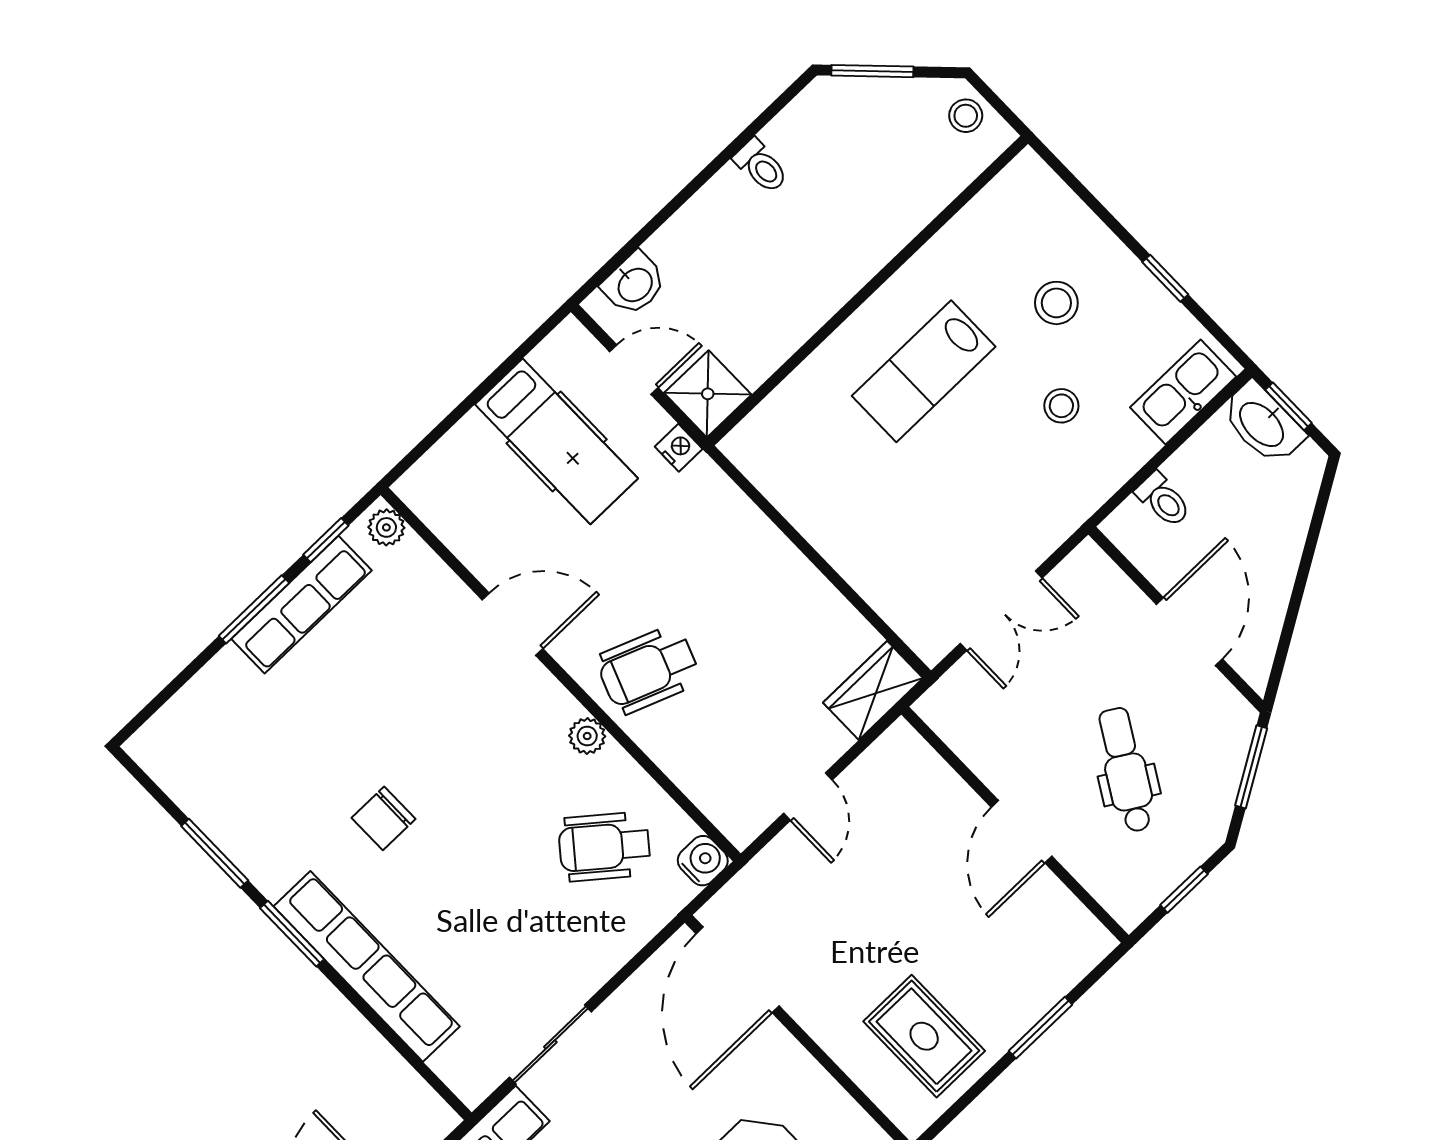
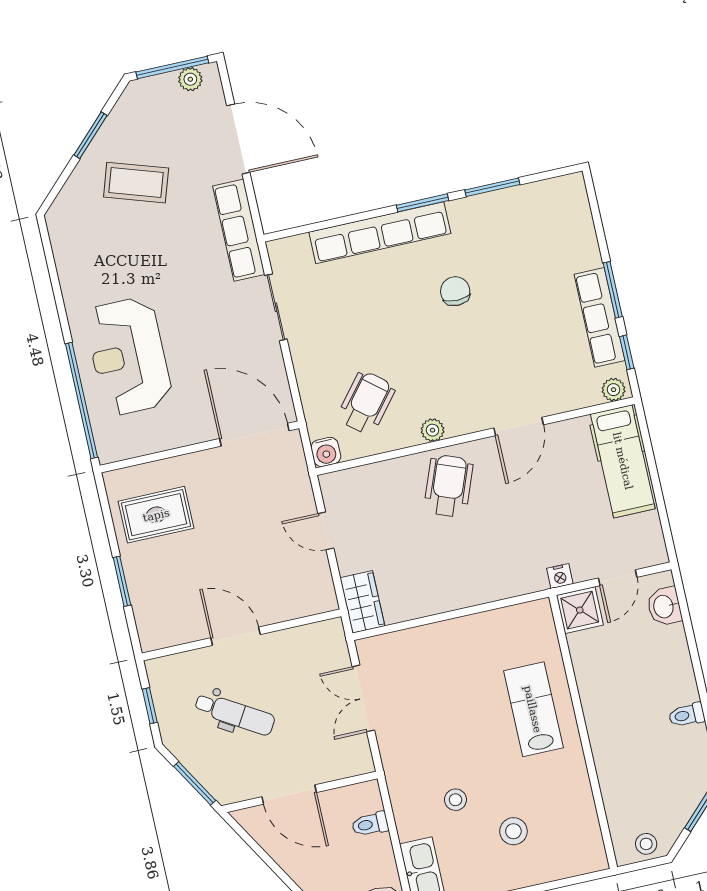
lab bench: (924, 371) -> (533, 709), moved
hospital bed: (557, 441) -> (623, 461), moved, turned -90

